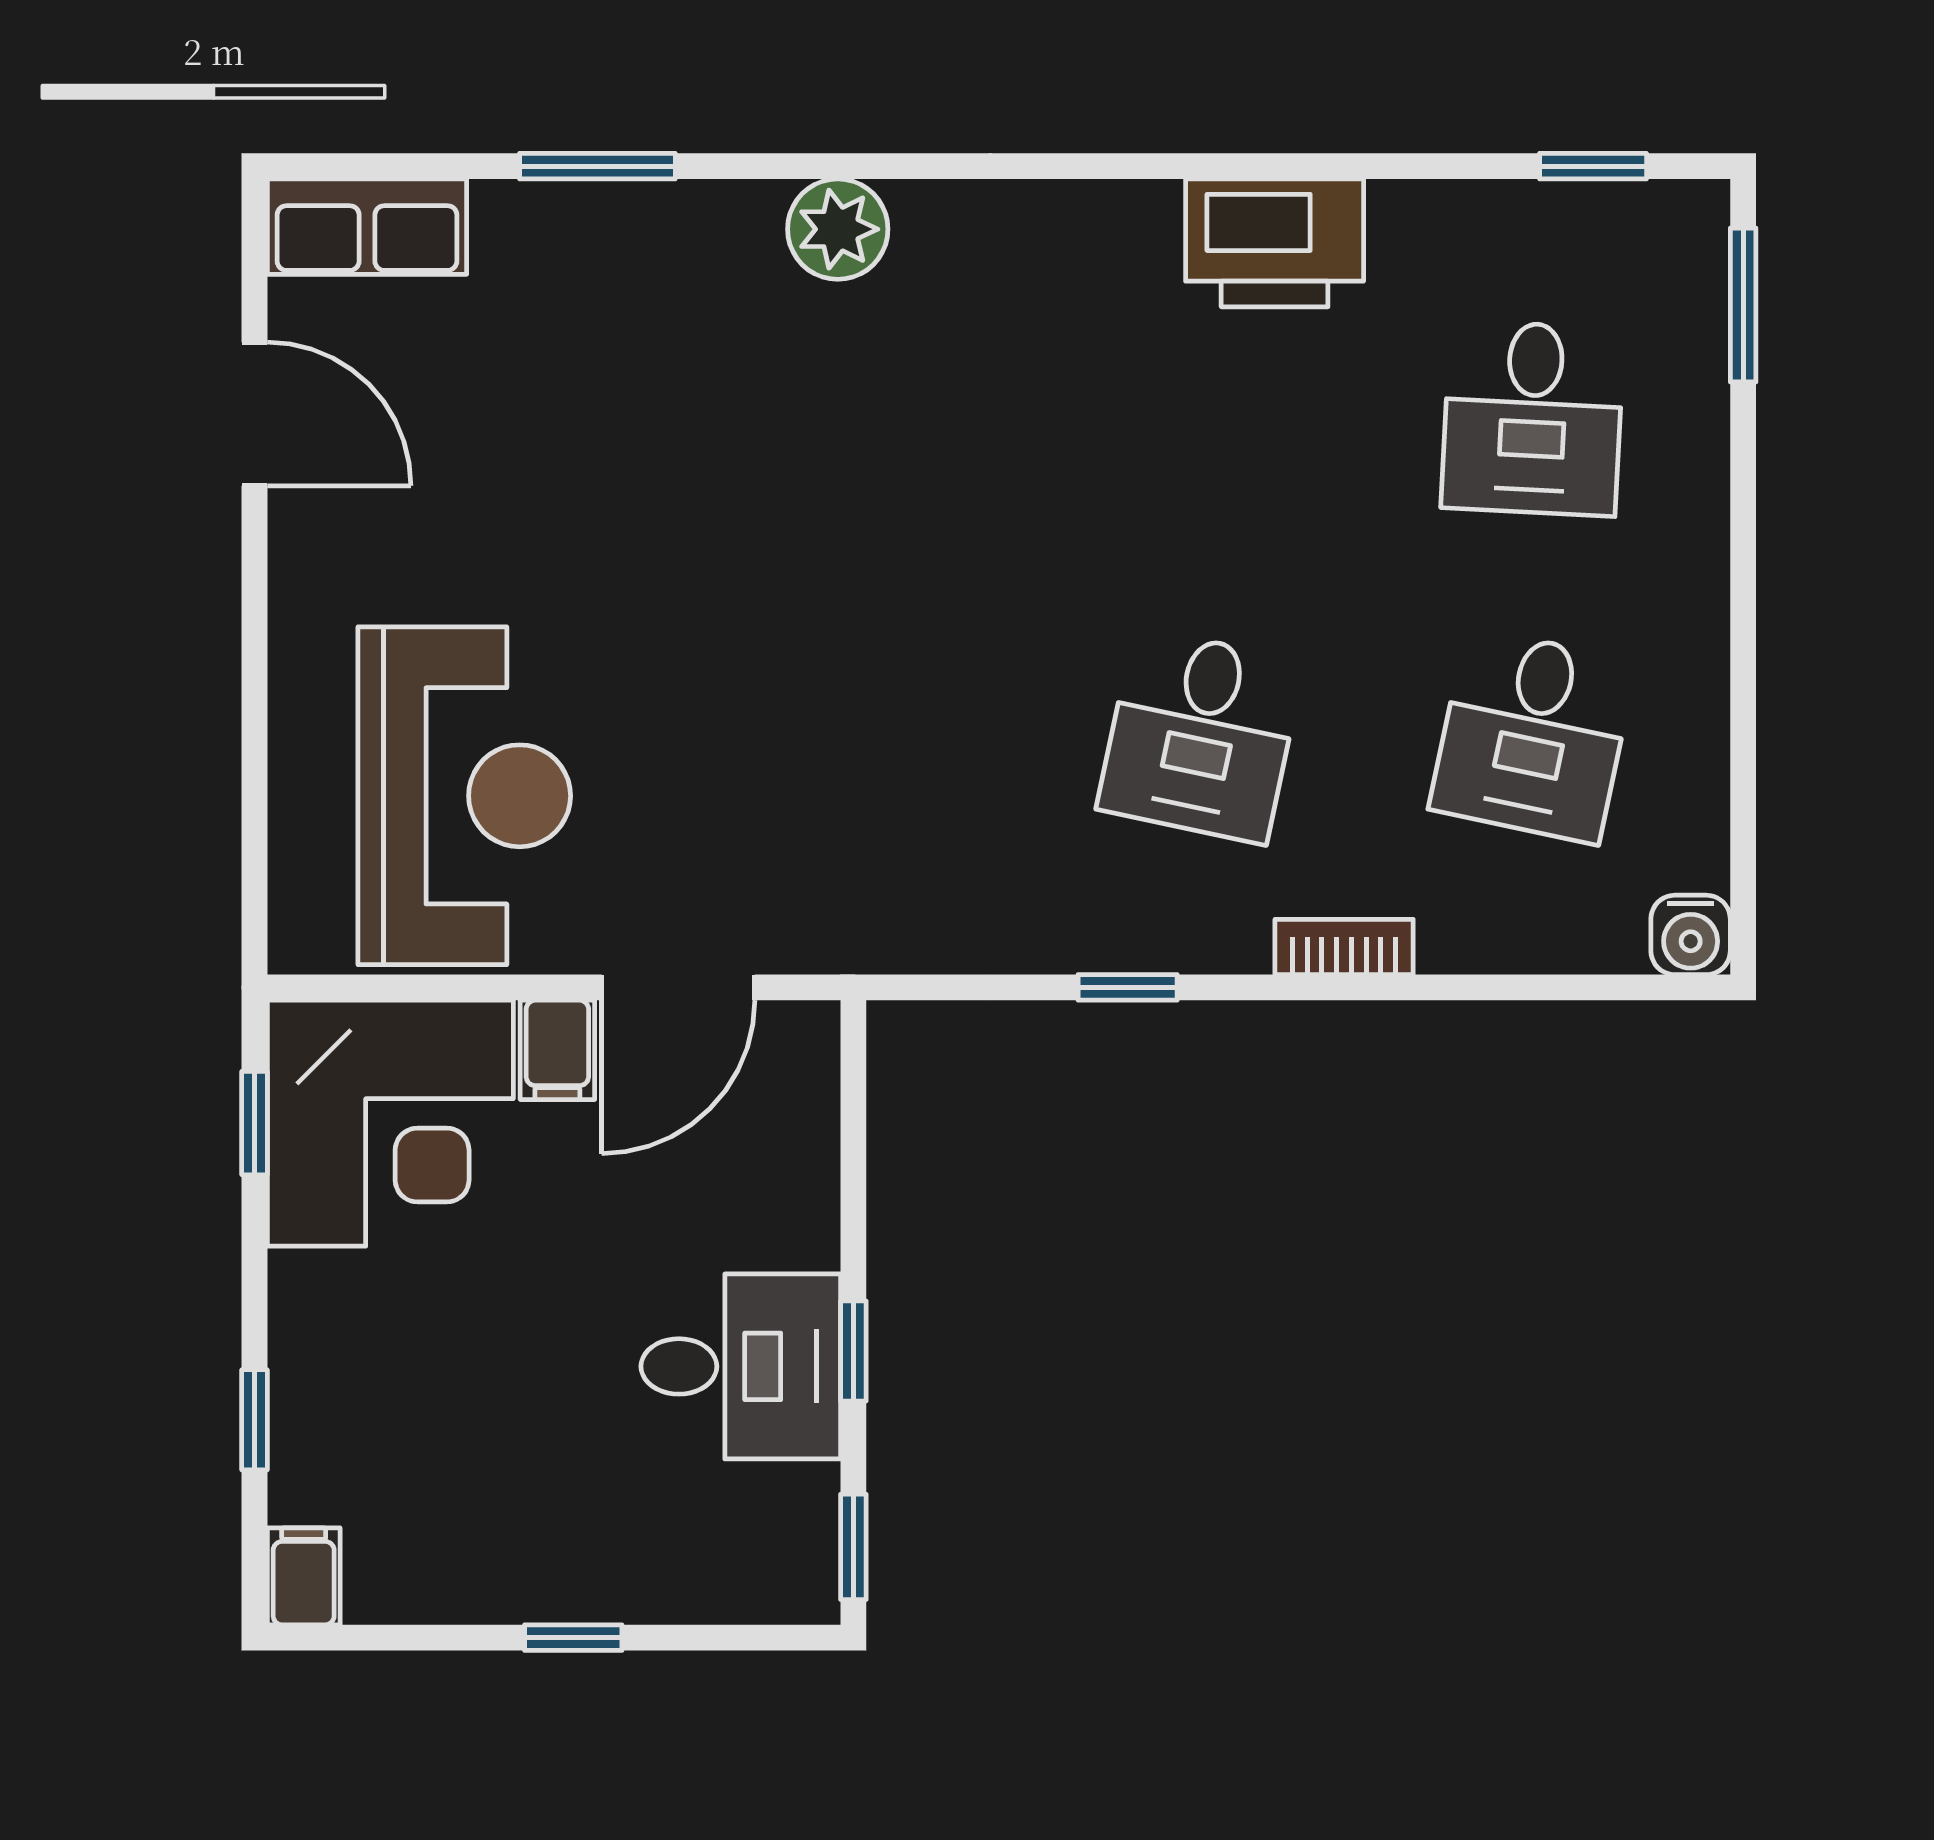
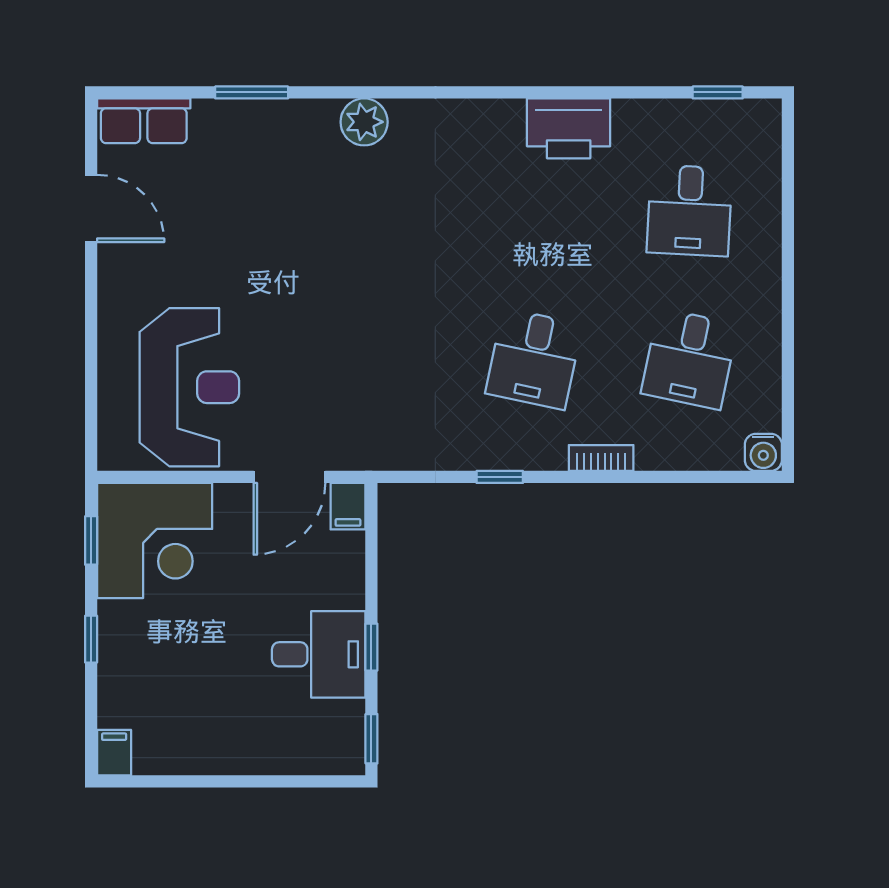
window: (1743, 305) -> (788, 157), removed
filing cabinet: (557, 1050) -> (348, 506), moved
window: (254, 1420) -> (91, 639), moved
window: (573, 1638) -> (240, 781), removed

